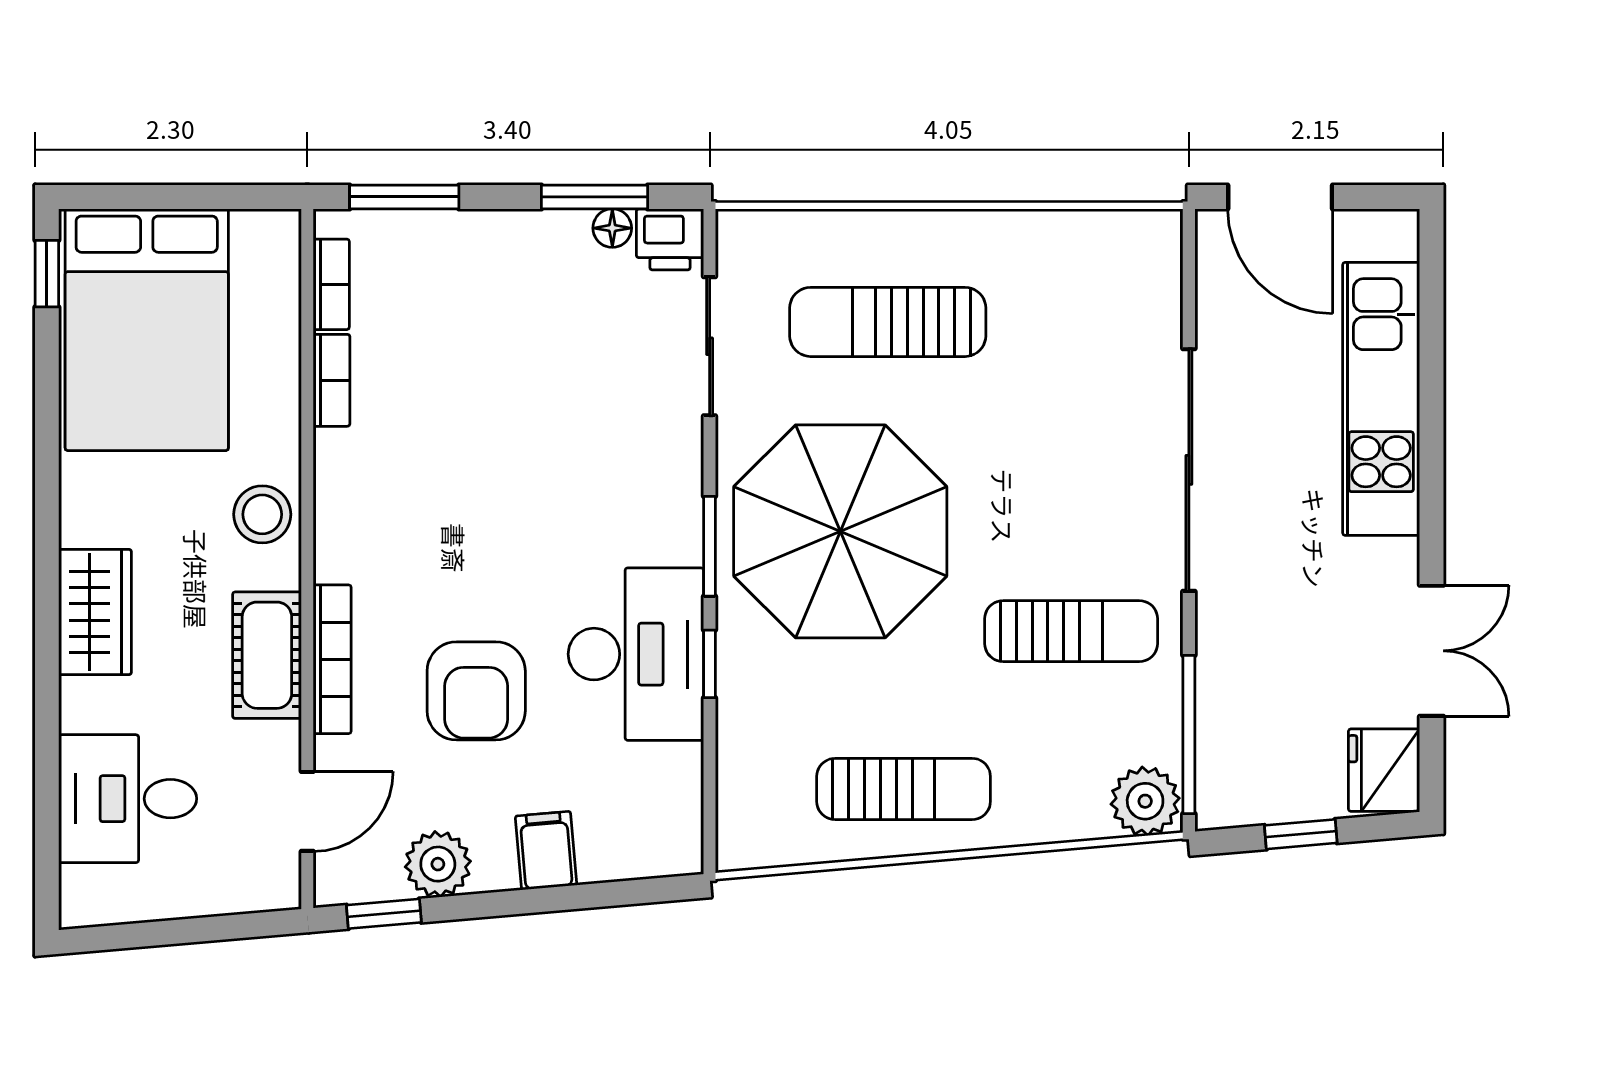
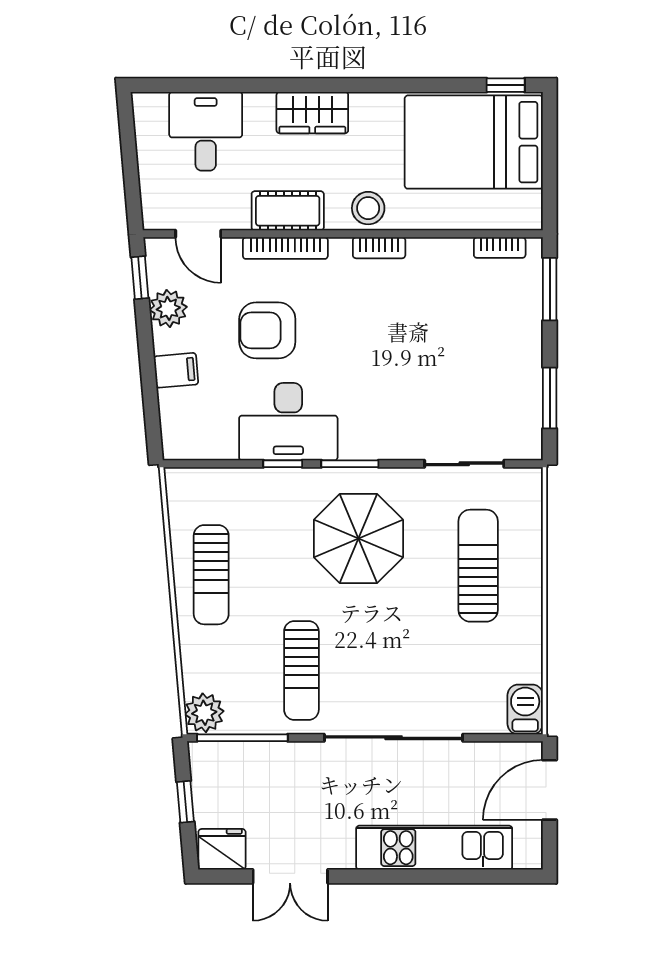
floor lamp: (612, 228) -> (532, 408), removed
printer: (670, 239) -> (525, 441), removed
barbecue: (1139, 240) -> (525, 709), added
bookcase: (332, 380) -> (379, 248), moved
parasol: (840, 531) -> (358, 539), width x0.73, depth x0.73

